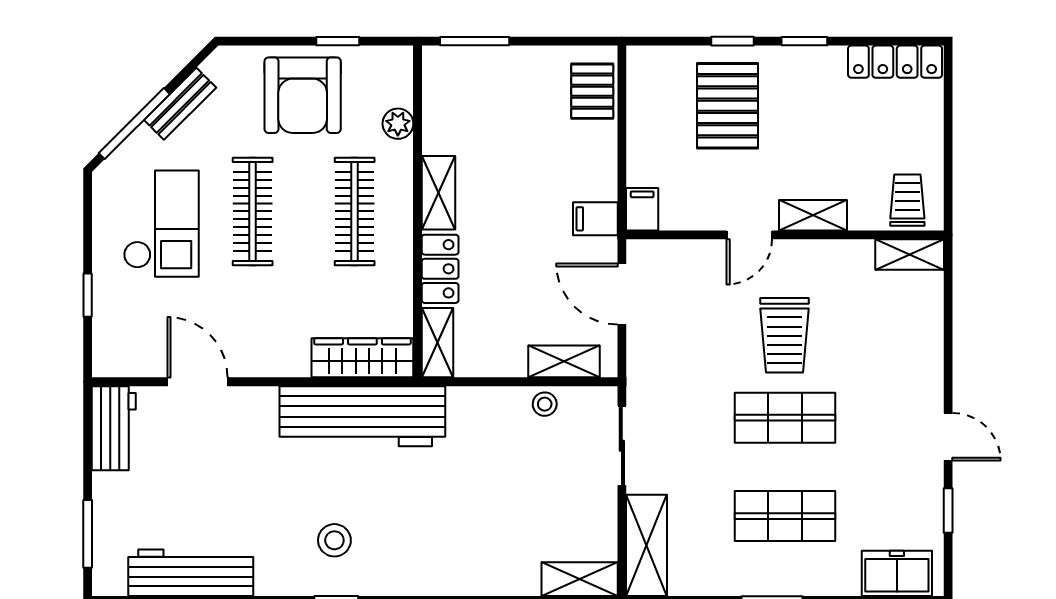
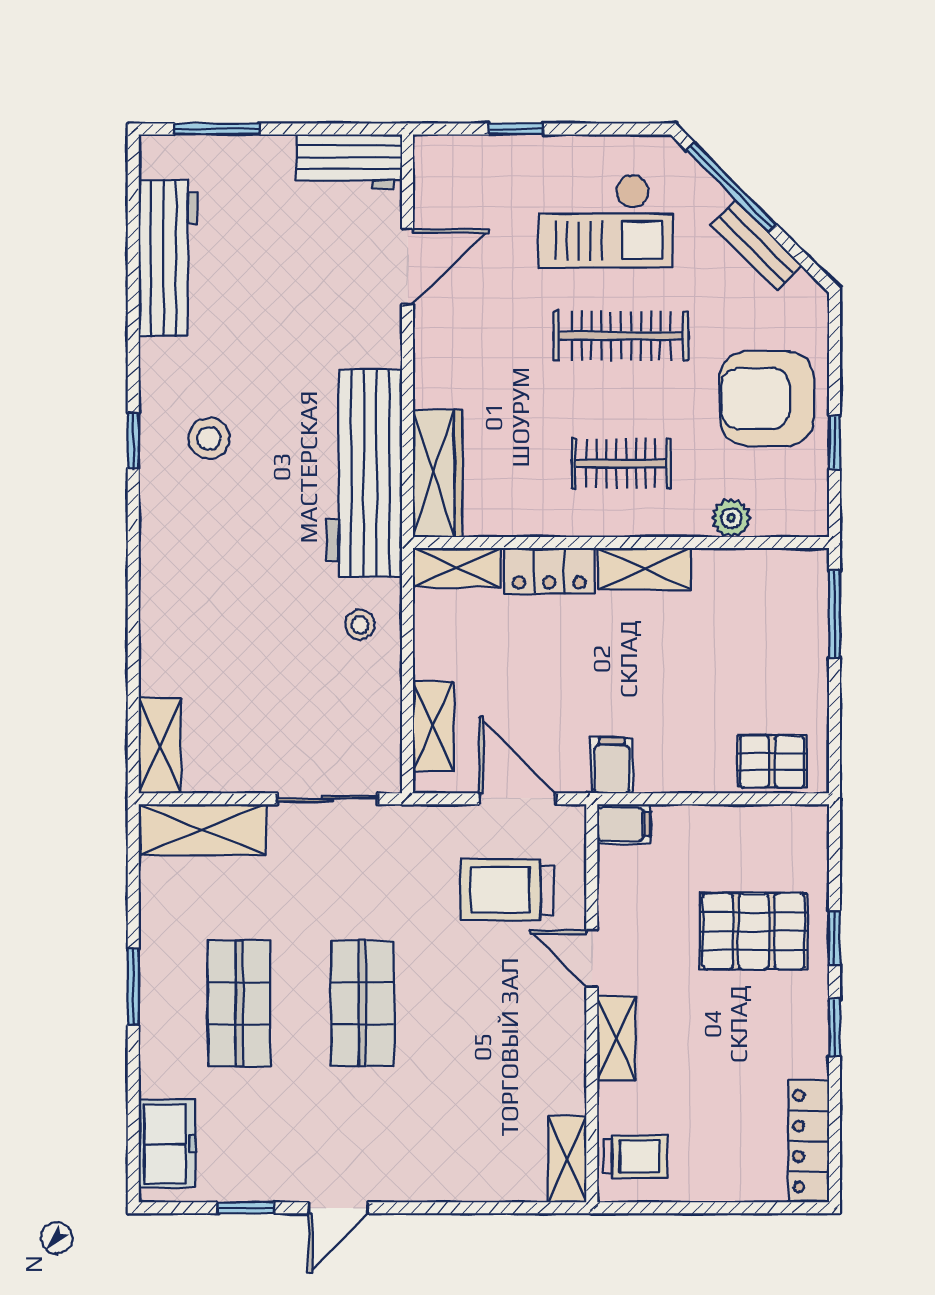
clothes rail: (355, 211) -> (621, 464), width x0.73
door: (622, 294) -> (518, 799), hinge flipped
trolley: (784, 335) -> (507, 890), moved
stool: (545, 404) -> (360, 625), moved

